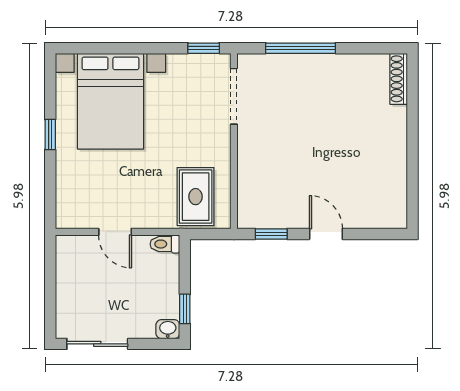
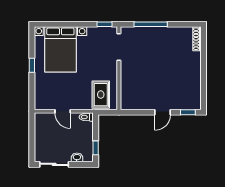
window: (271, 234) -> (188, 112), moved
door: (326, 234) -> (163, 112), swing flipped
washbasin: (168, 329) -> (77, 157), moved

